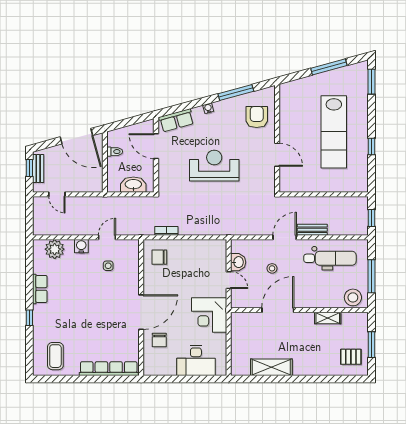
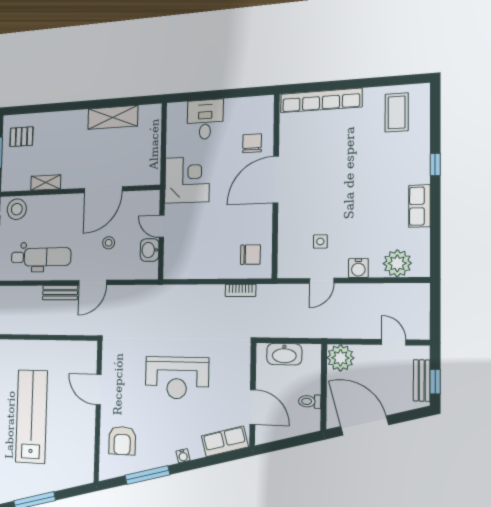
plant: (93, 183) -> (340, 358), added
dental chair: (330, 258) -> (41, 257), turned 180
desk: (196, 360) -> (205, 119), width x0.73

